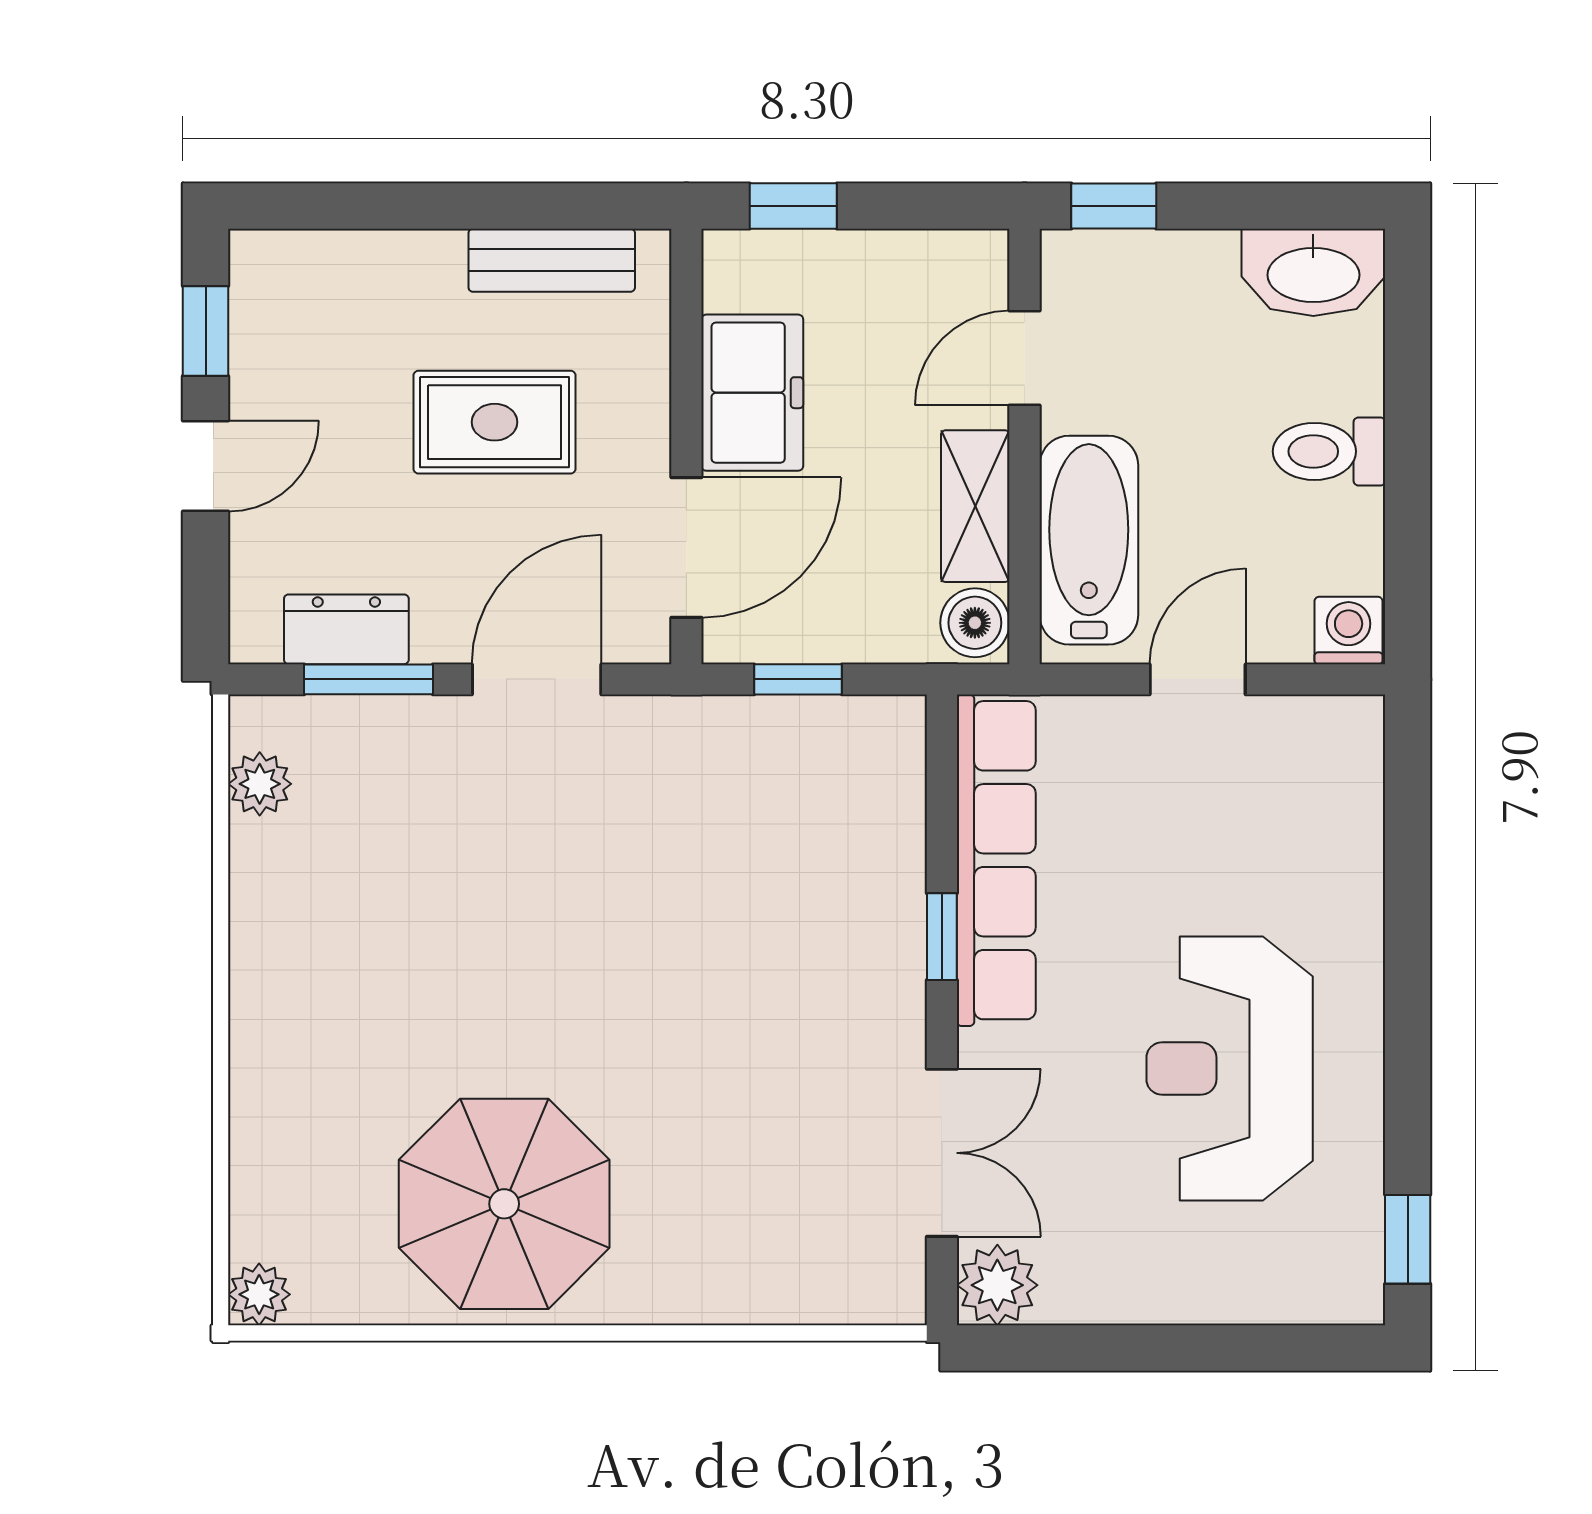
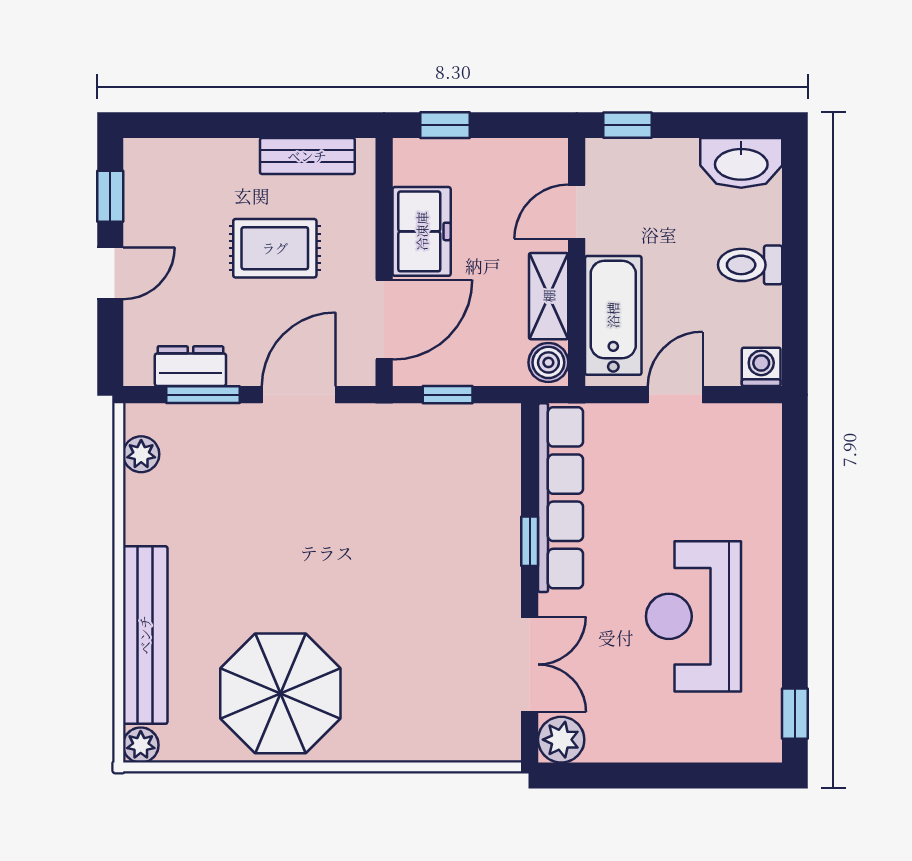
bench: (267, 1101) -> (145, 635), added

